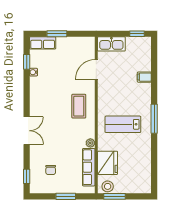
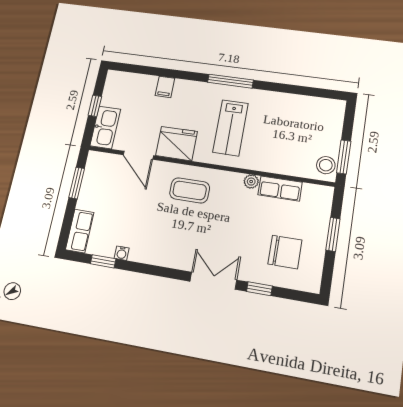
window: (57, 34) -> (77, 183), moved
window: (137, 34) -> (95, 106), moved
fridge: (108, 163) -> (176, 143), moved
row of seats: (89, 167) -> (280, 188), width x0.68
chair: (51, 170) -> (285, 252), width x1.87, depth x1.87
window: (27, 176) -> (259, 289), moved

